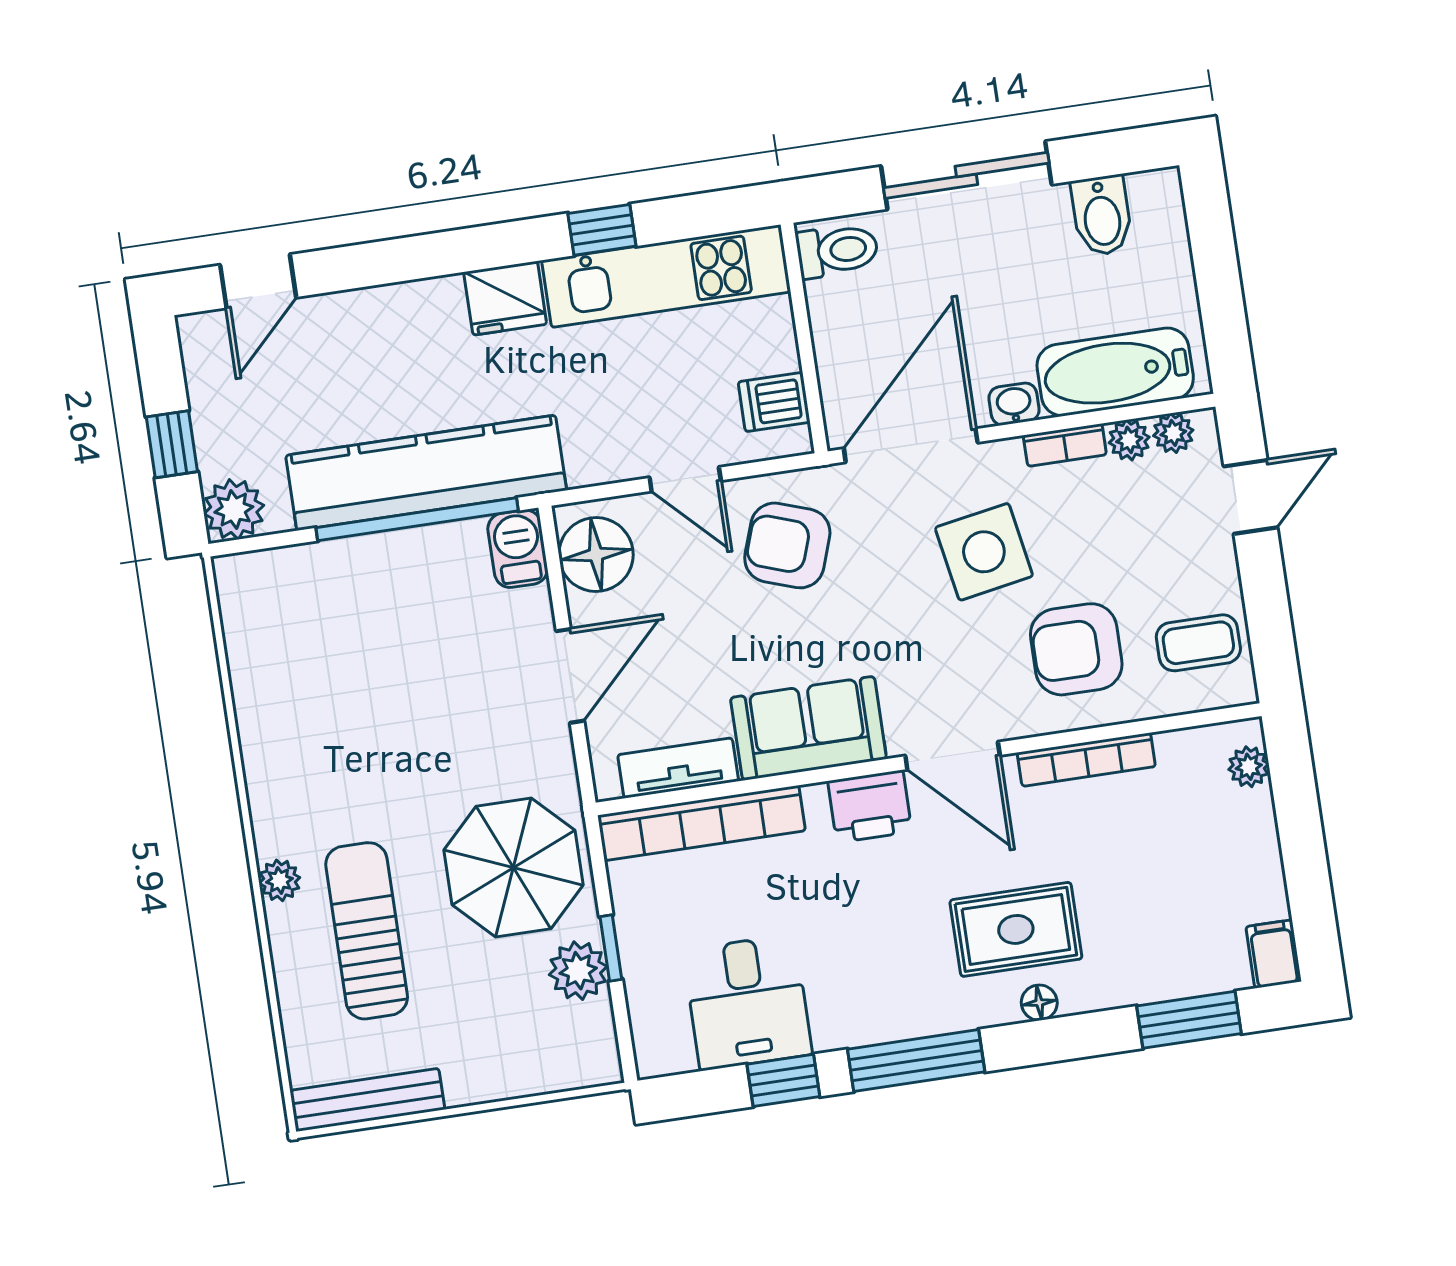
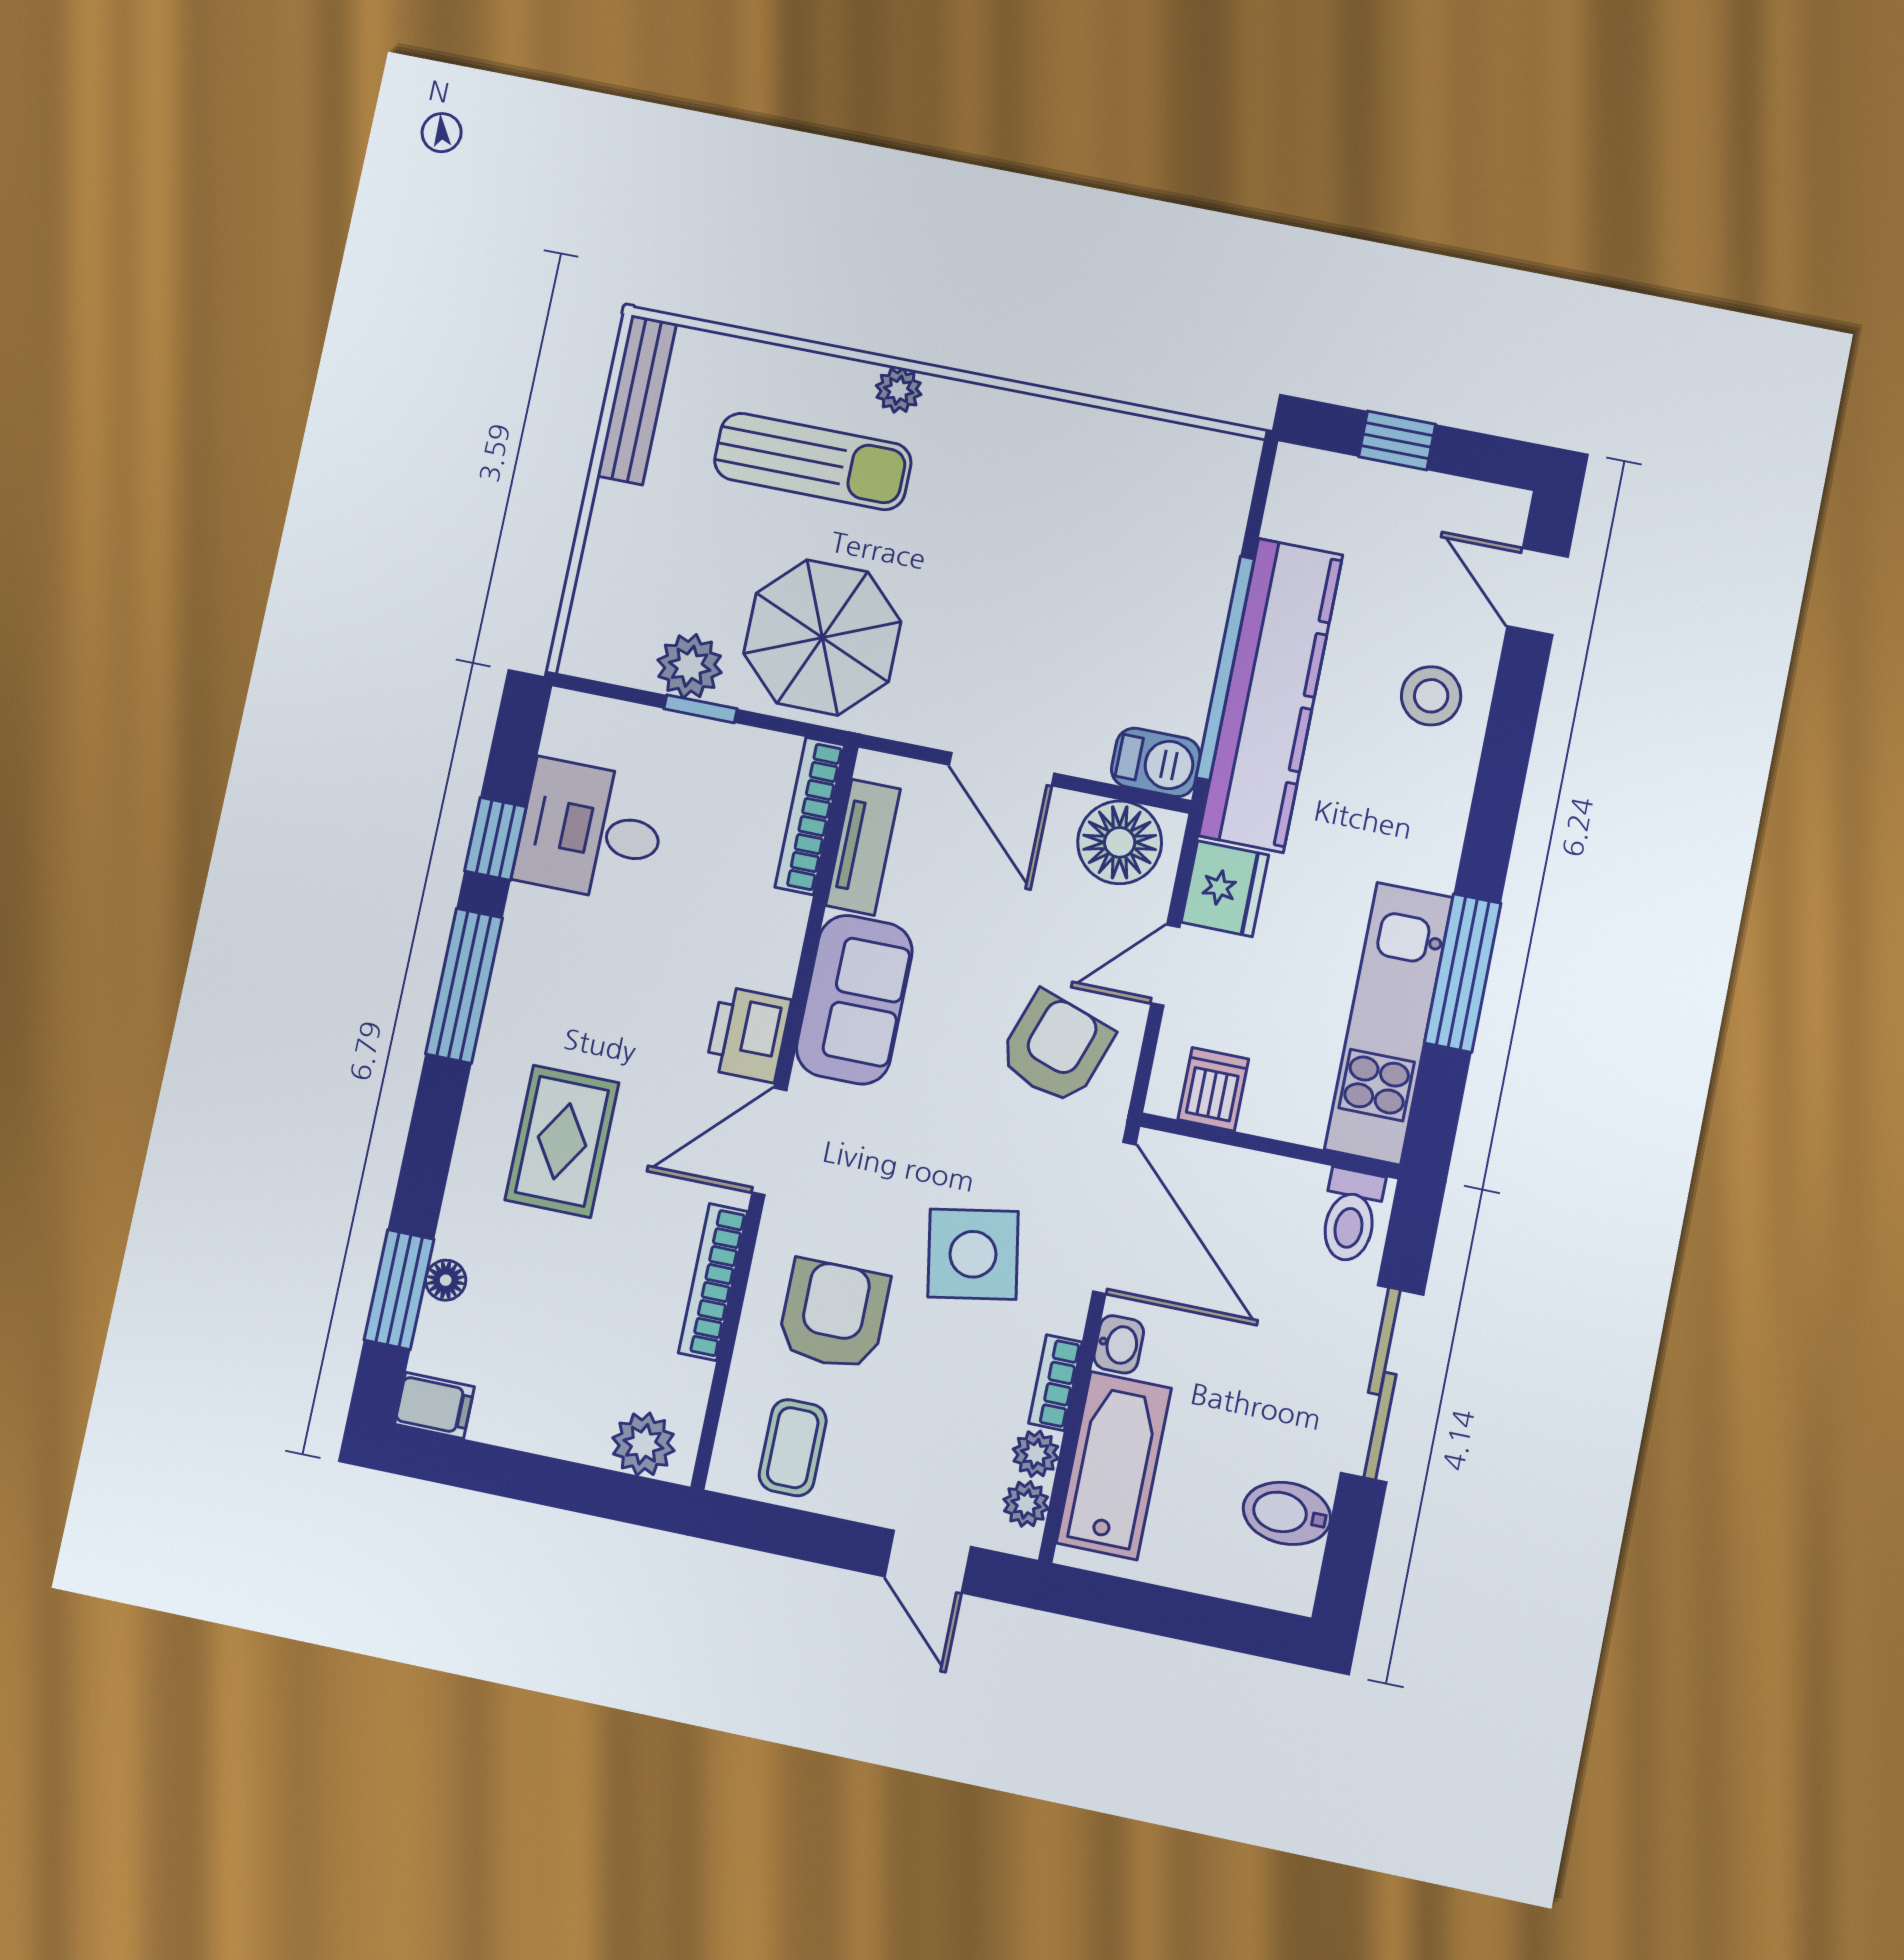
window: (602, 230) -> (1463, 973), width x2.17
fridge: (505, 298) -> (1225, 889), moved, turned 180
stool: (378, 339) -> (1431, 696), added
plant: (234, 510) -> (1305, 481), removed
plant: (1249, 767) -> (643, 1444), width x1.38, depth x1.38
bookcase: (701, 823) -> (810, 816), width x0.68, depth x0.76
floor lamp: (1039, 1003) -> (446, 1280), moved

